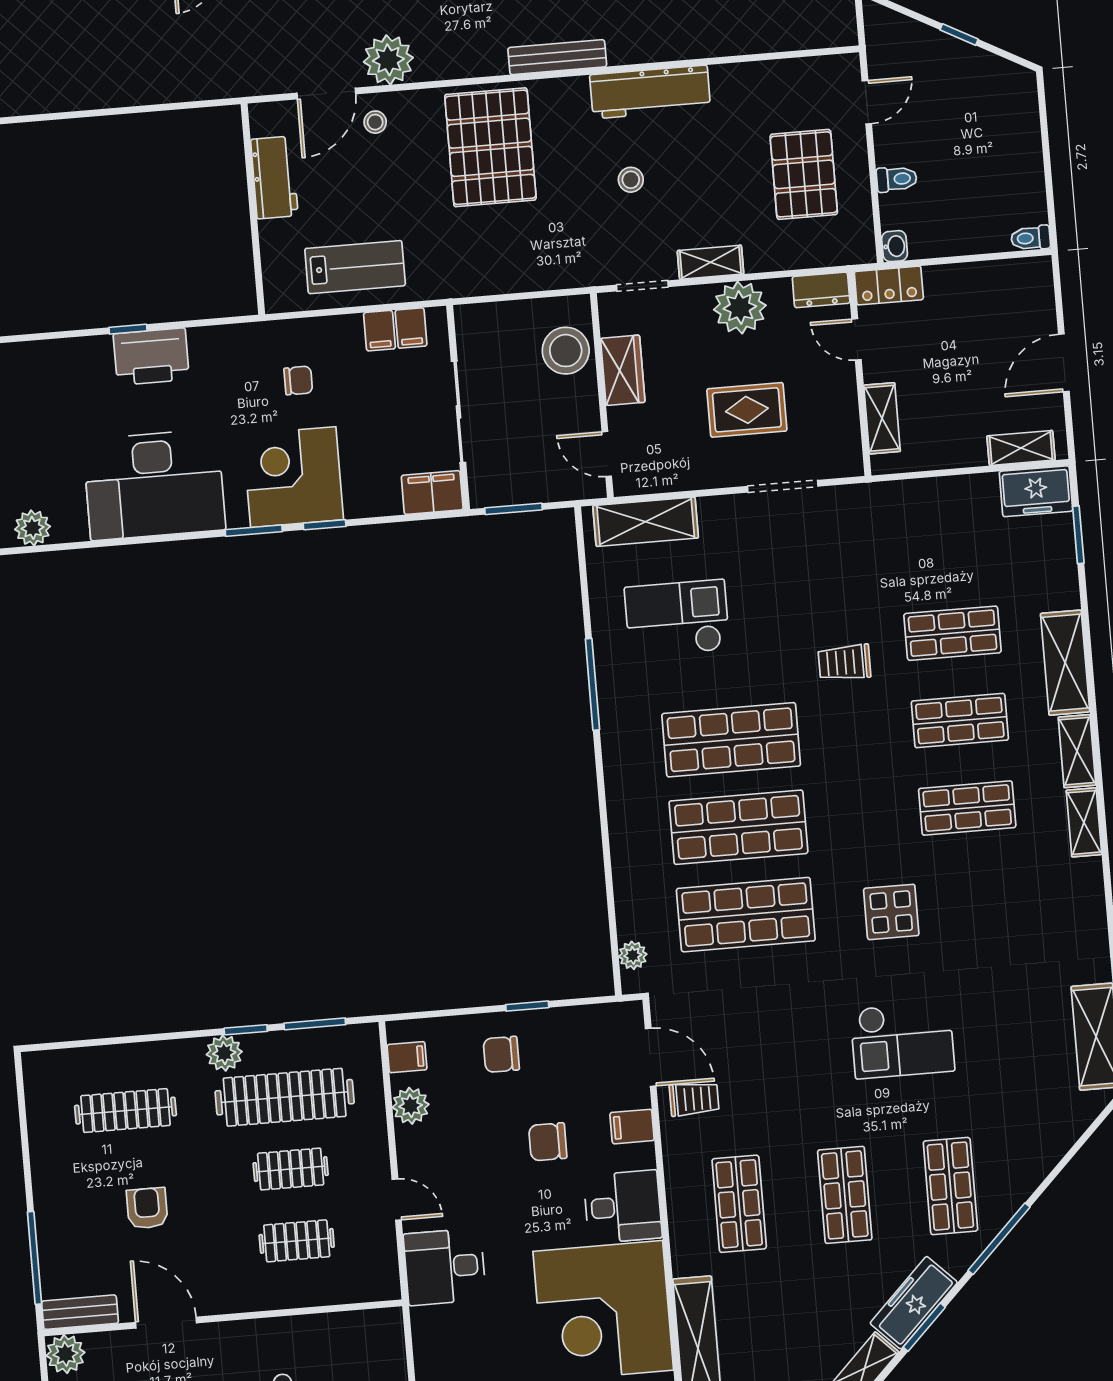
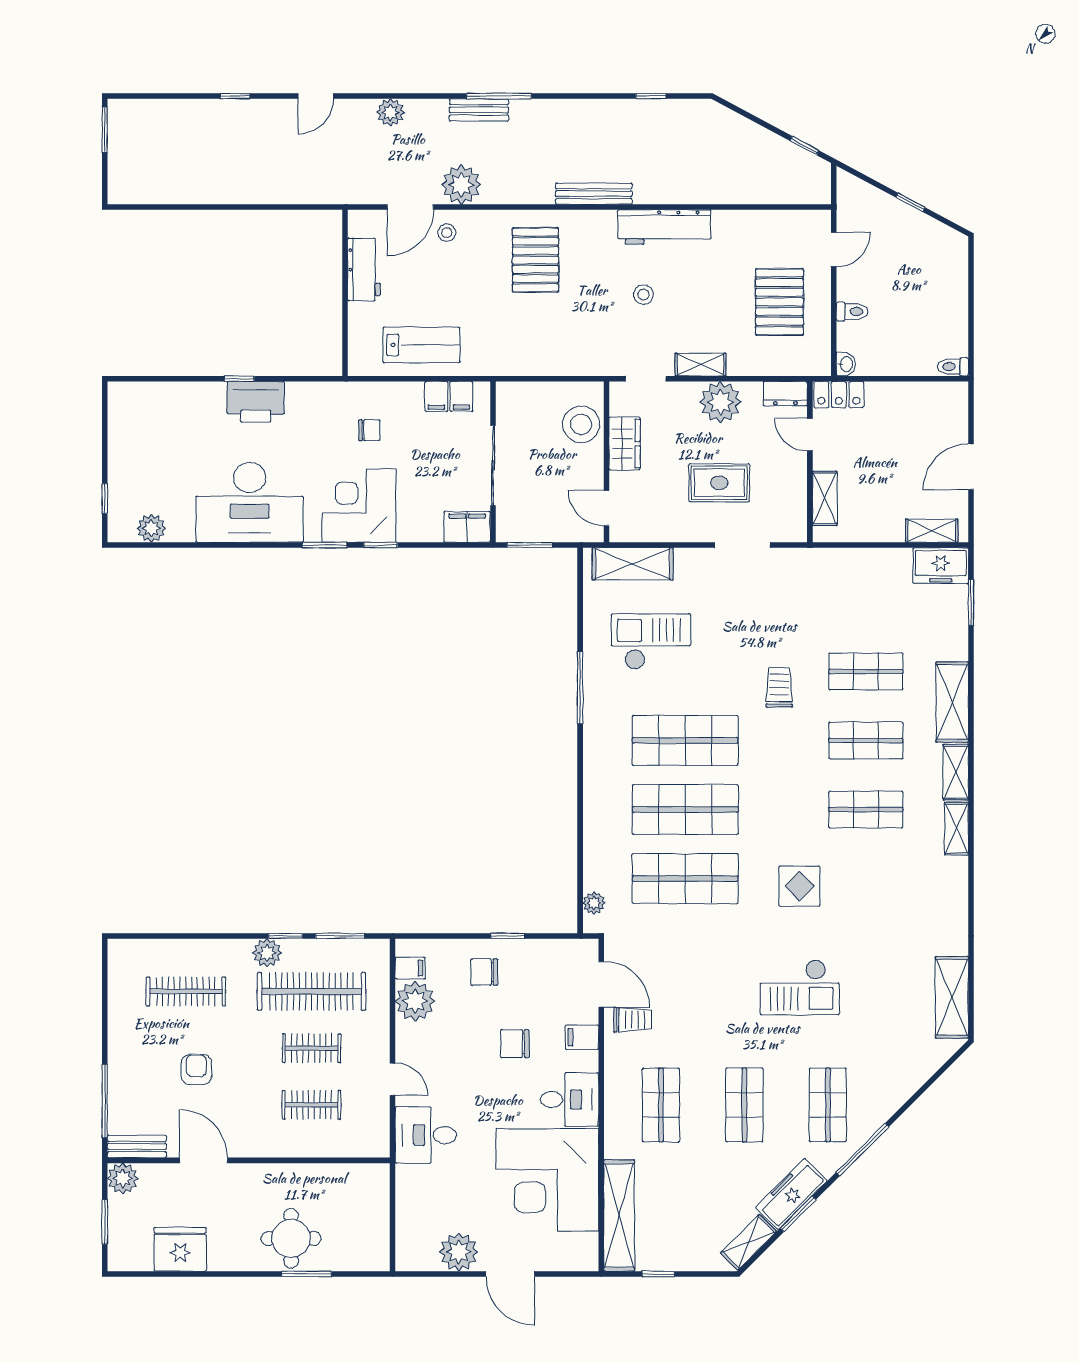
pallet: (490, 147) -> (535, 260), width x0.73, depth x0.71
trolley: (844, 662) -> (779, 687), turned 90
plant: (411, 1106) -> (415, 1001), width x1.36, depth x1.36

